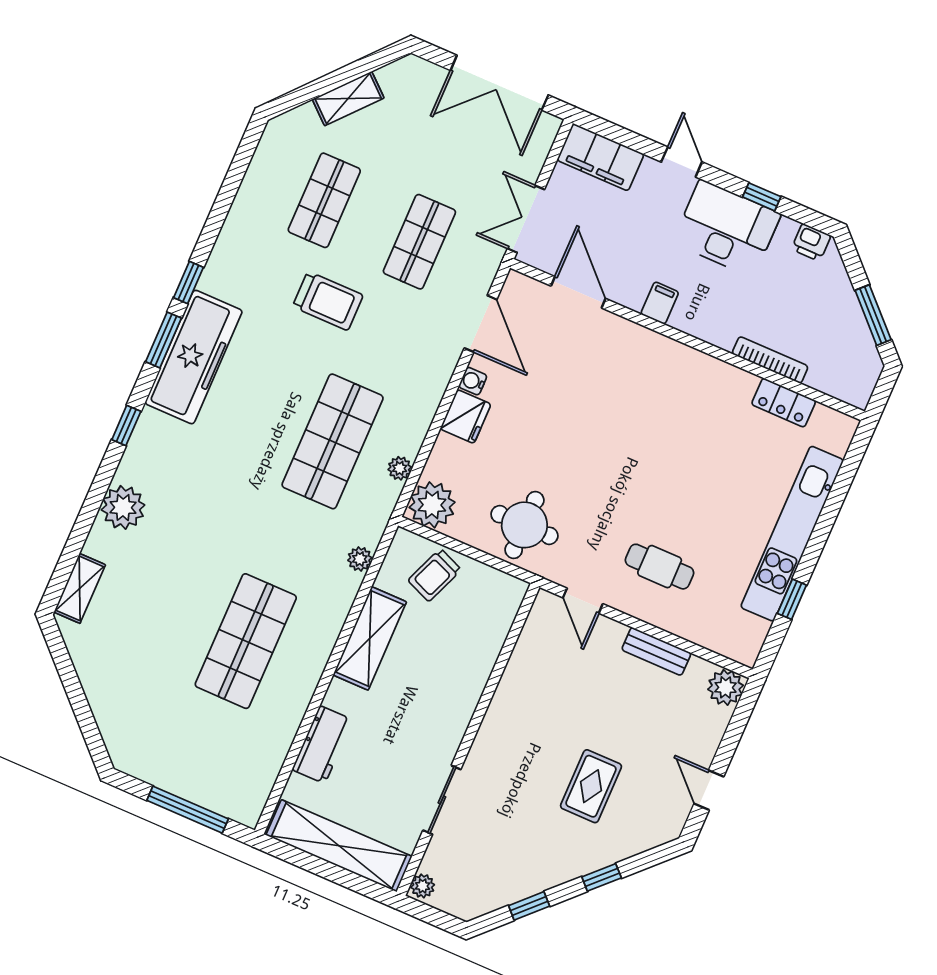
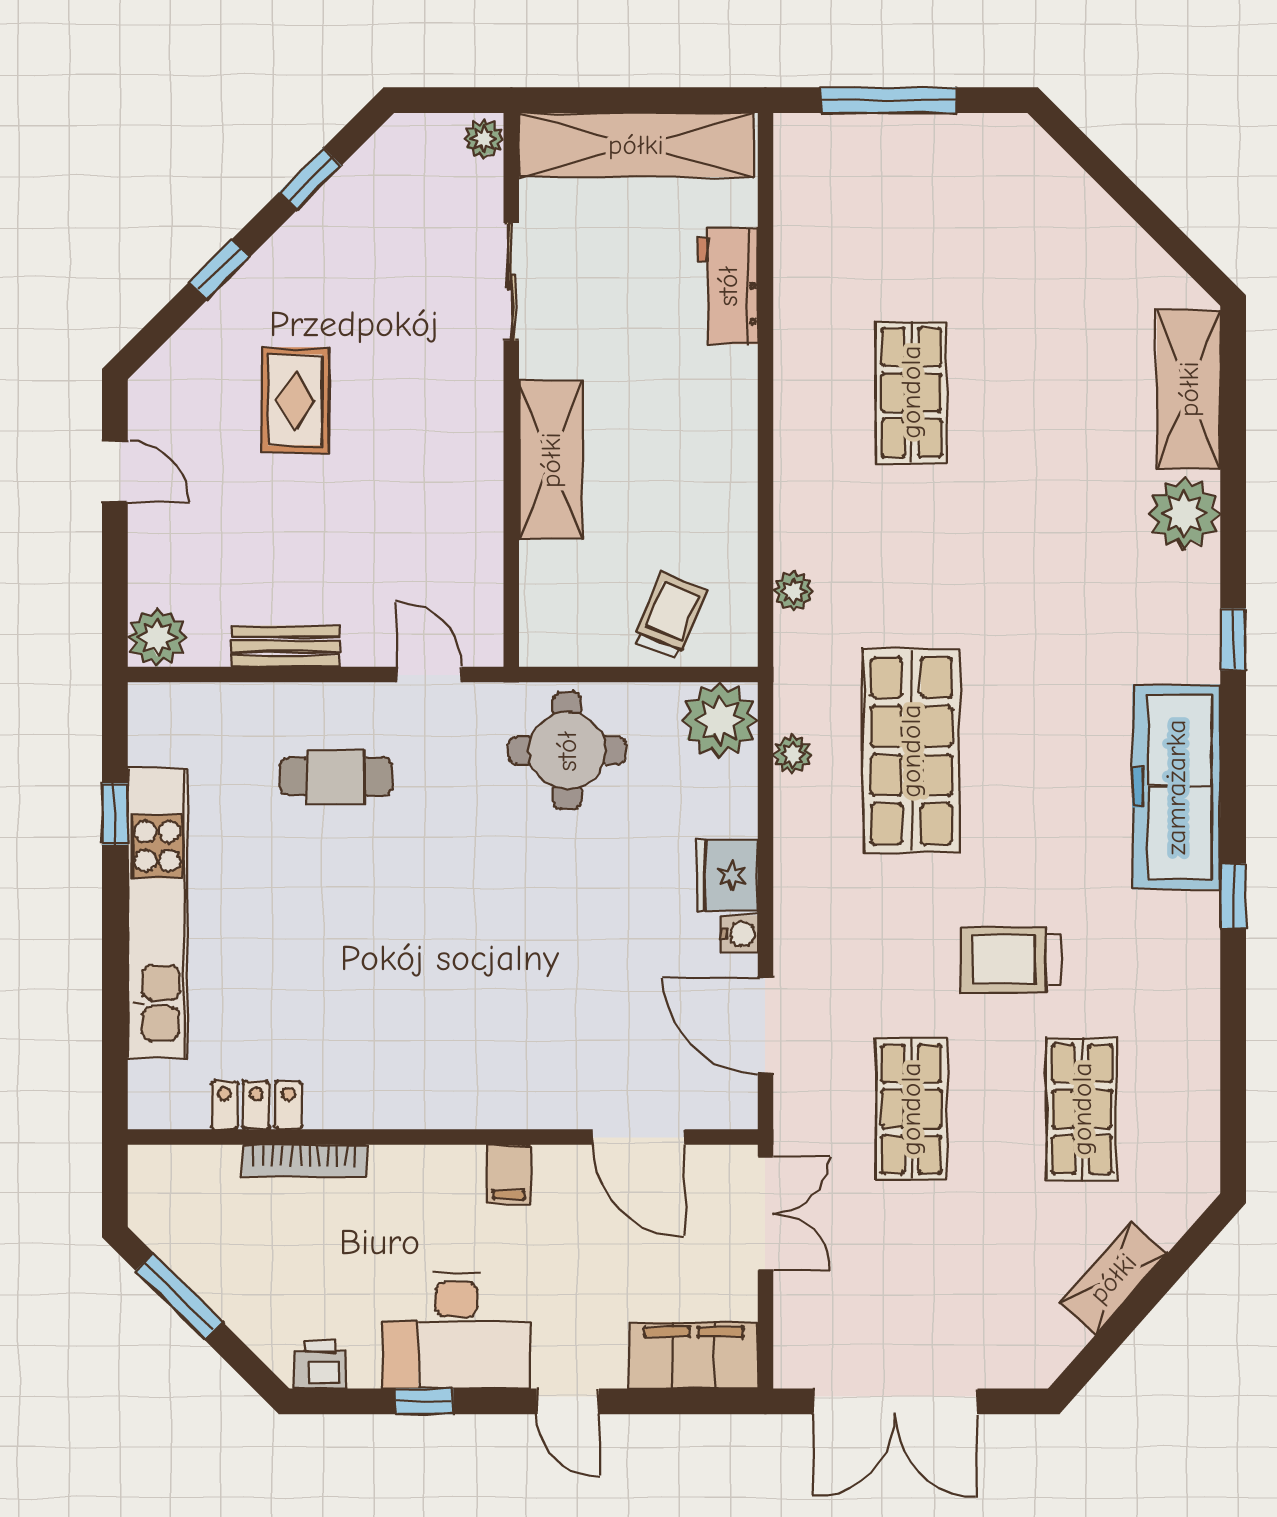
double door: (499, 83) -> (895, 1401), swing flipped
window: (163, 340) -> (1233, 793), removed
shelving: (80, 588) -> (1189, 389), width x1.50, depth x1.33
shelving: (370, 638) -> (551, 460), moved
shop shelf: (246, 641) -> (911, 392), width x0.70, depth x0.74

